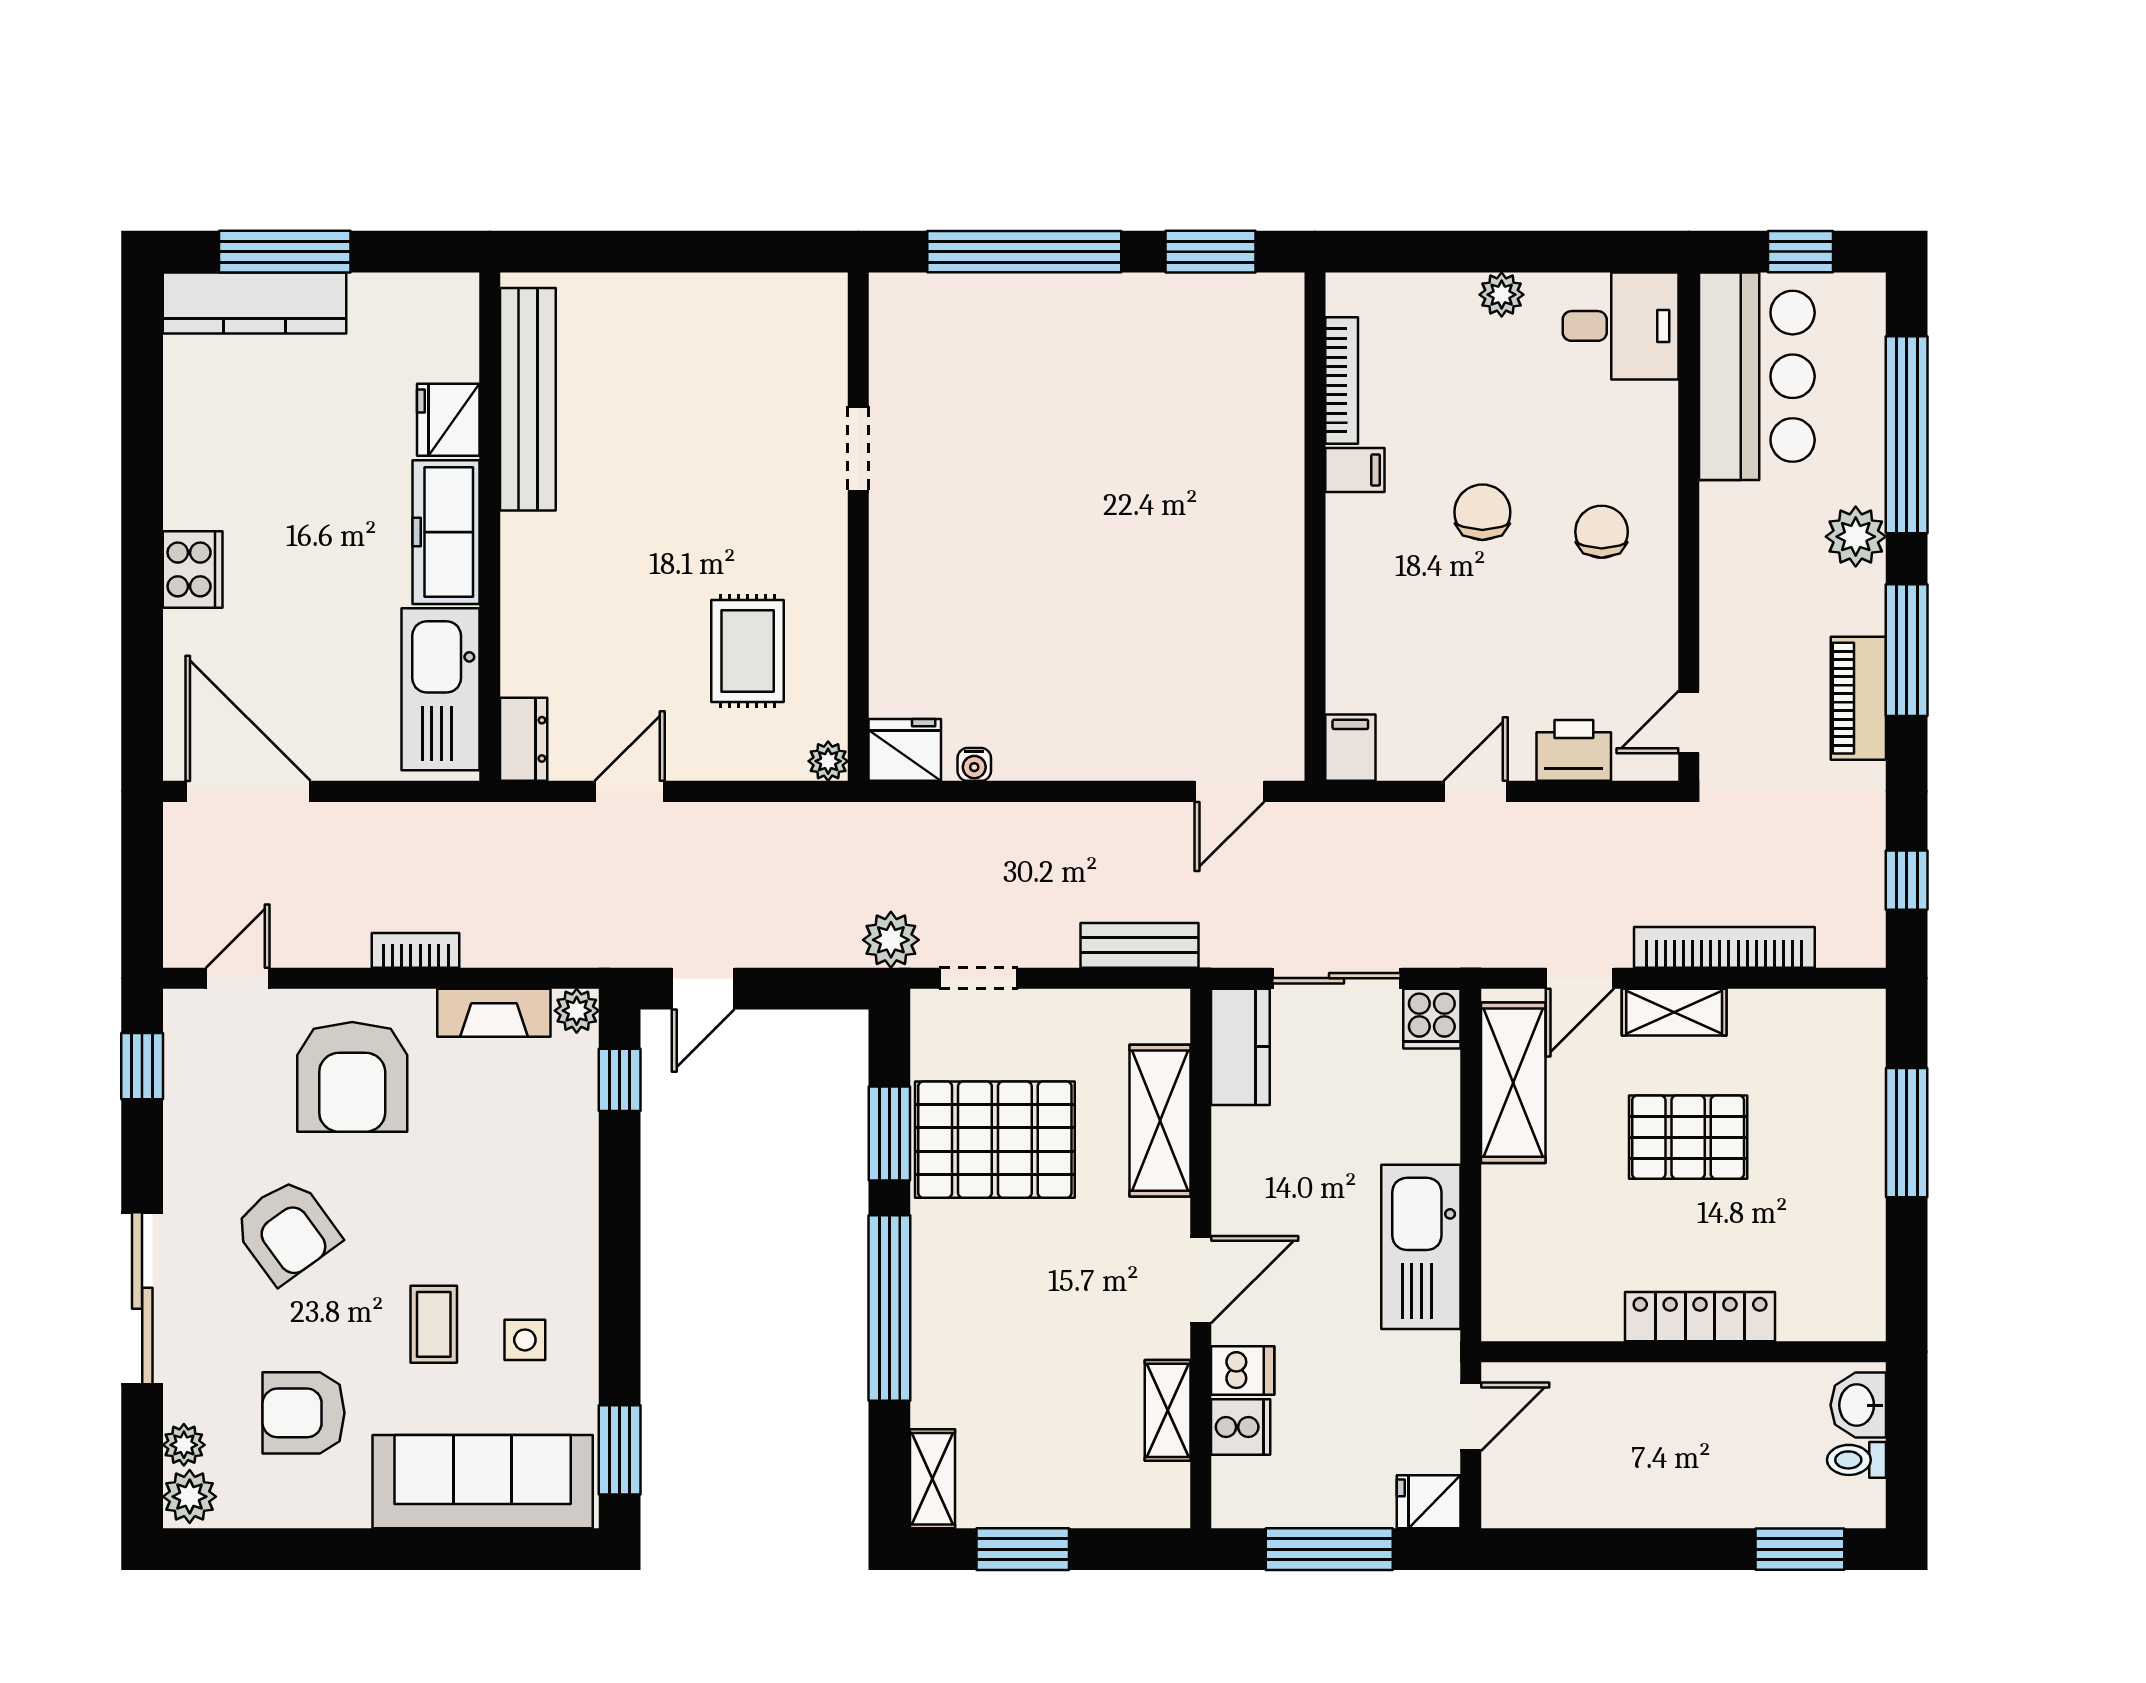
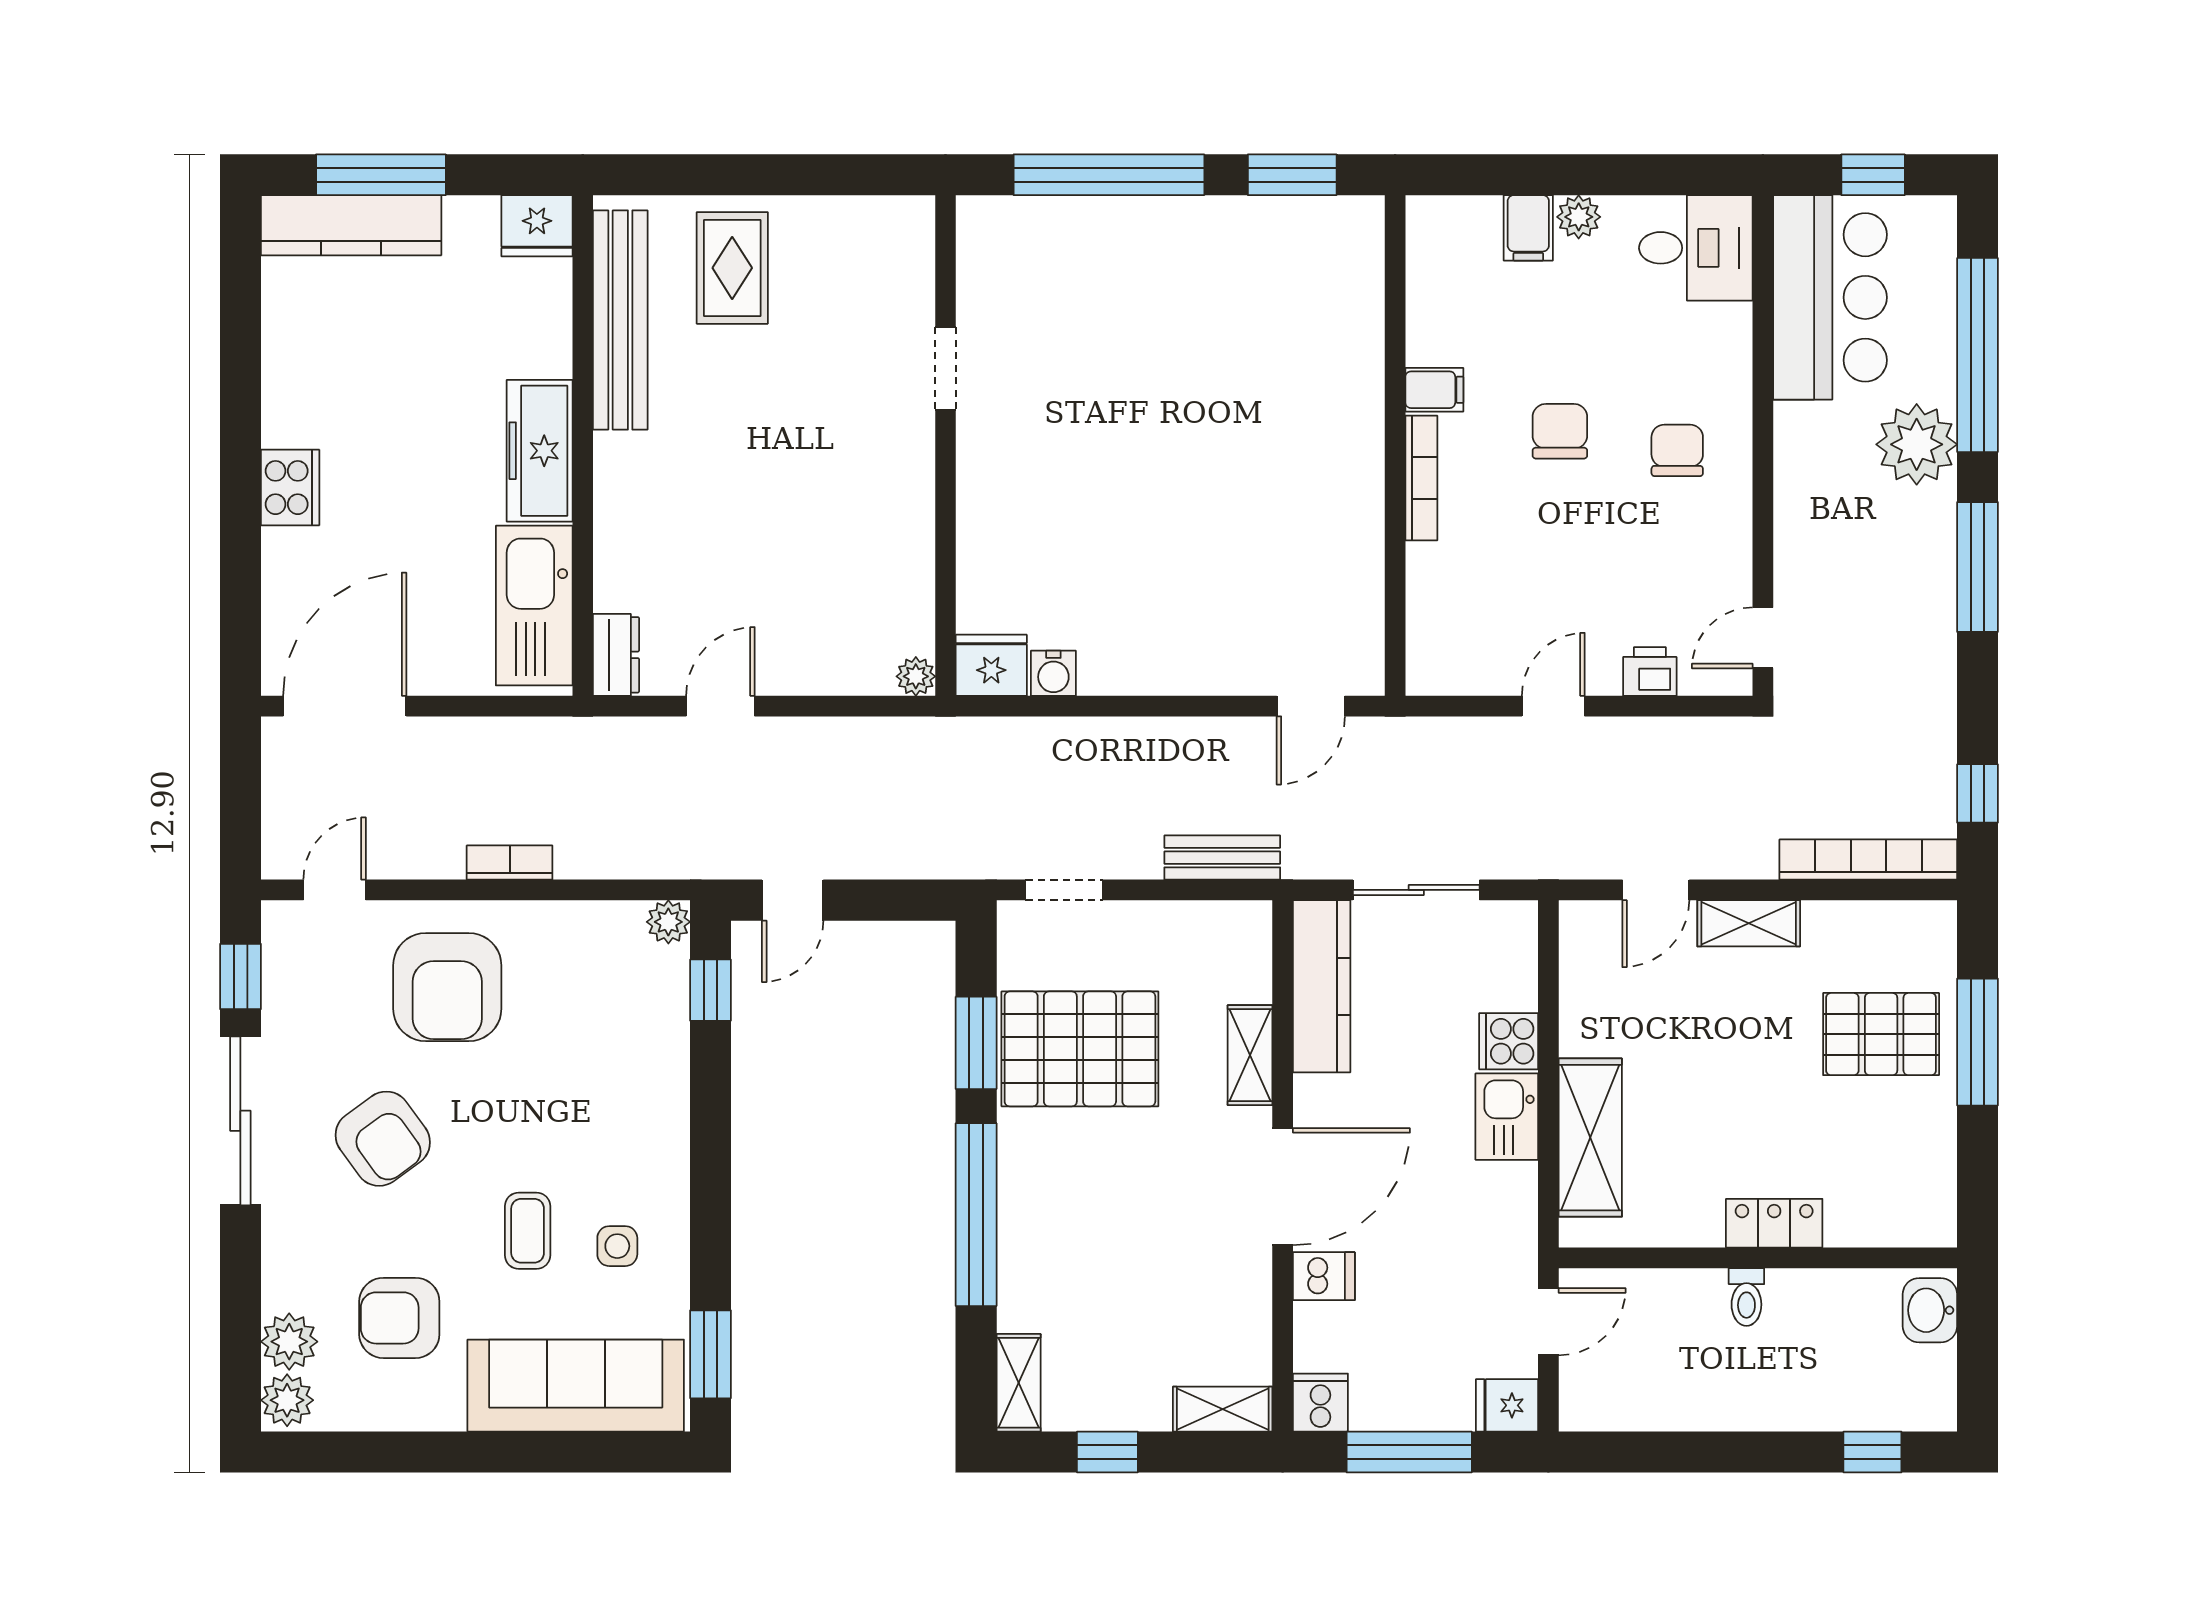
bookcase: (1342, 380) -> (1421, 478), moved
fridge: (448, 420) -> (537, 226), moved, turned -90
plant: (1856, 537) -> (1917, 444), width x1.36, depth x1.36
rug: (748, 651) -> (732, 268), moved
piano: (1858, 698) -> (1930, 614), removed
filing cabinet: (1350, 748) -> (1528, 228), moved, turned 180
printer: (1574, 750) -> (1650, 672), width x0.73, depth x0.81
water cooler: (974, 764) -> (1053, 673), width x1.38, depth x1.38
door: (248, 791) -> (345, 706), hinge flipped
plant: (891, 940) -> (978, 852), removed
bookcase: (1724, 947) -> (1868, 860), moved
fireplace: (494, 1013) -> (587, 924), removed
cooker: (1432, 1019) -> (1509, 1041), moved, turned 90
kitchen counter: (1240, 1047) -> (1322, 986), width x1.50
shelving: (1513, 1083) -> (1590, 1138), moved
shelving: (1160, 1121) -> (1250, 1055), width x0.67, depth x0.75
pallet: (1688, 1137) -> (1881, 1034), moved
kitchen sink: (1421, 1247) -> (1507, 1117), width x0.53, depth x0.81
door: (1201, 1280) -> (1283, 1187), width x1.36
sliding door: (142, 1298) -> (240, 1121), moved
locker: (1700, 1317) -> (1774, 1223), width x0.66
shelving: (1168, 1410) -> (1223, 1409), moved, turned 90
cooker: (1241, 1427) -> (1320, 1403), moved, turned -90
plant: (184, 1445) -> (289, 1342), width x1.38, depth x1.38
toilet: (1857, 1460) -> (1746, 1297), moved, turned -90
window: (1023, 1549) -> (1107, 1452), width x0.67
window: (1800, 1549) -> (1872, 1452), width x0.67

